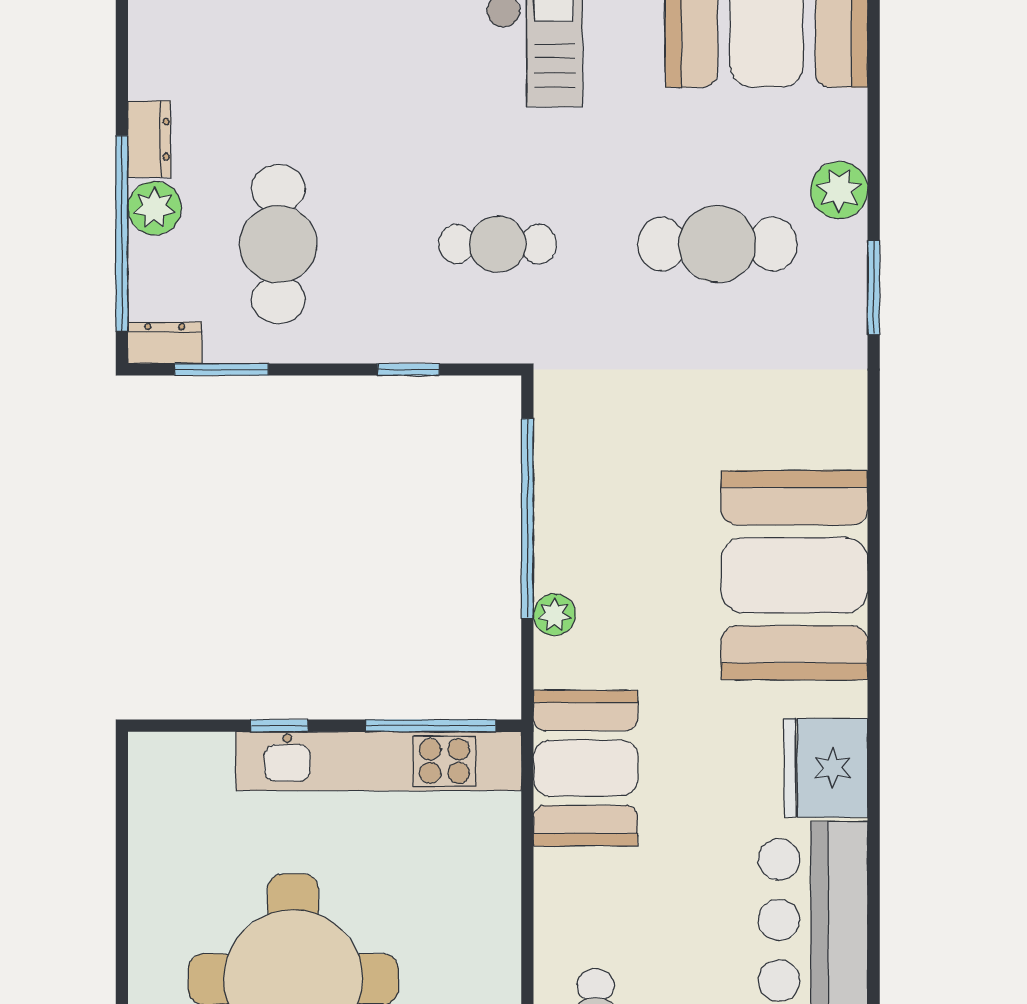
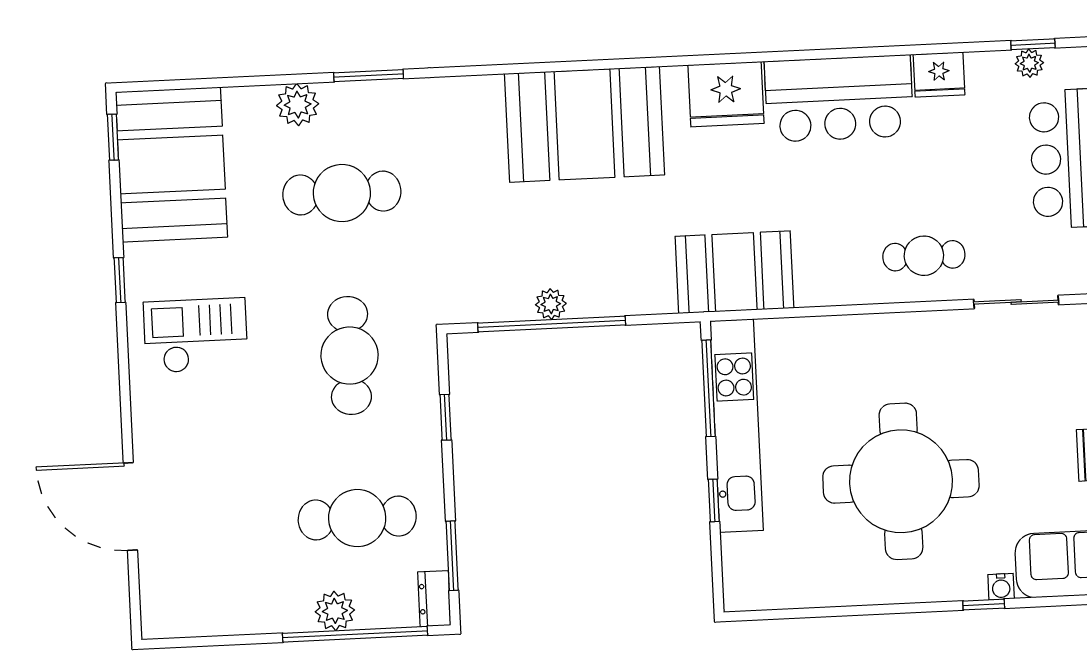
dresser: (149, 139) -> (284, 617), removed
cafe table: (498, 244) -> (350, 356), width x1.37, depth x1.35
cafe table: (717, 244) -> (342, 193), turned 90
plant: (554, 615) -> (551, 304), moved

